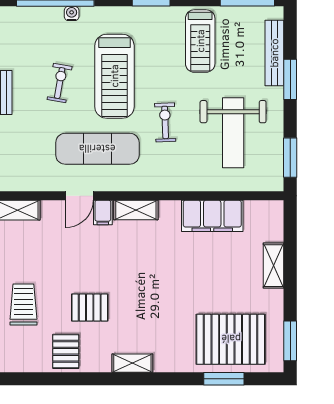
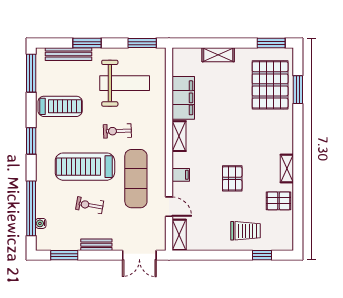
water cooler: (72, 13) -> (41, 223), moved
treadmill: (114, 76) -> (85, 167), turned 180
door: (79, 196) -> (169, 207), moved
shelving: (136, 210) -> (179, 136), moved
trolley: (23, 304) -> (246, 231), turned 180
pallet: (90, 308) -> (232, 178), moved
shelving: (132, 363) -> (287, 169), moved

